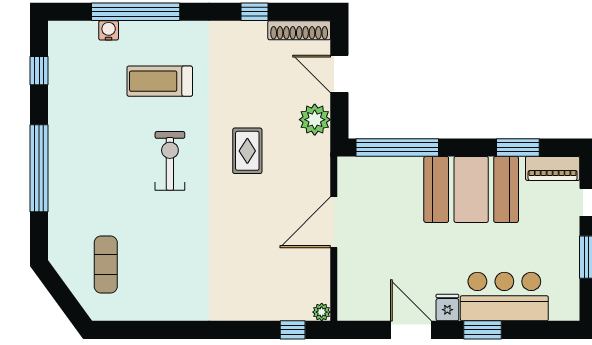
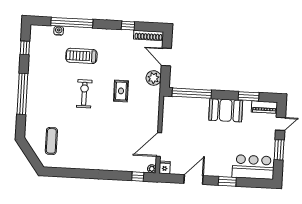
booth: (471, 189) -> (226, 110), width x0.73, depth x0.70
door: (334, 222) -> (159, 145), moved
bar counter: (504, 297) -> (253, 167), moved
fridge: (447, 308) -> (165, 167), moved
door: (411, 330) -> (194, 180), hinge flipped

